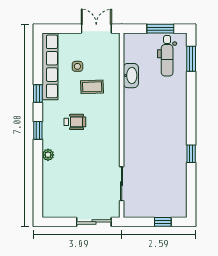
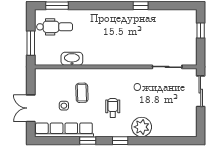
double door: (96, 29) -> (31, 108), moved
window: (160, 29) -> (31, 43), moved
plant: (48, 155) -> (142, 127), width x1.87, depth x1.87

